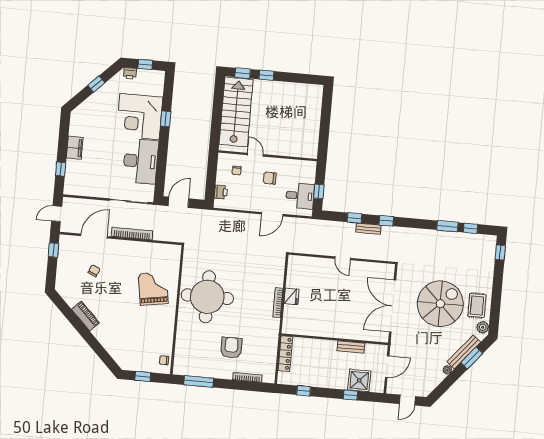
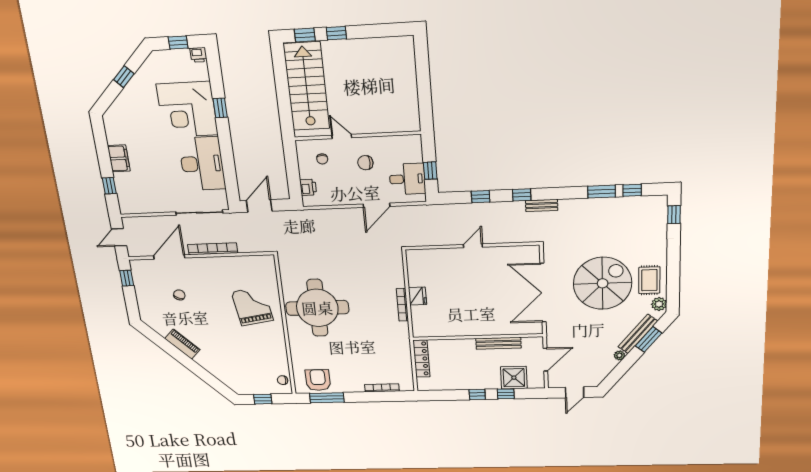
printer: (130, 73) -> (199, 55), moved
bench: (369, 229) -> (542, 205), moved
door: (343, 258) -> (473, 246), swing flipped
bench: (351, 347) -> (498, 343), width x1.36
armchair: (231, 348) -> (318, 380), moved
window: (304, 391) -> (477, 394), moved

